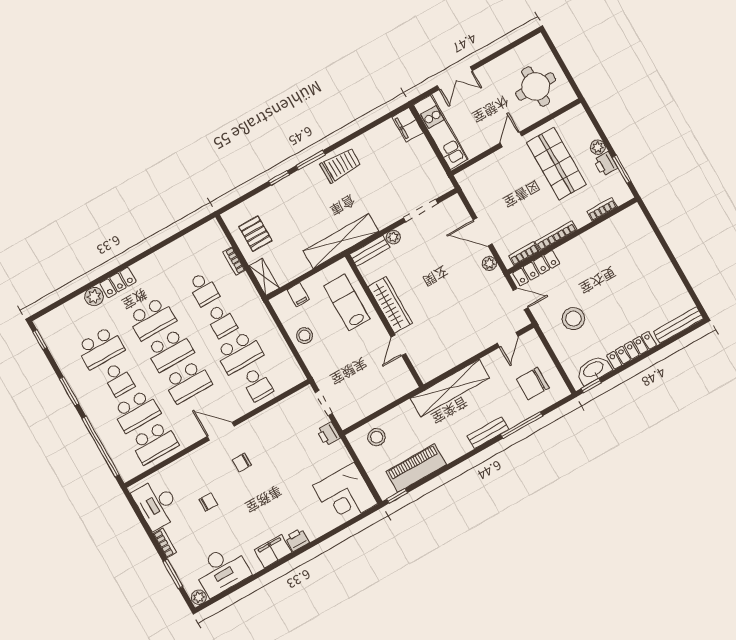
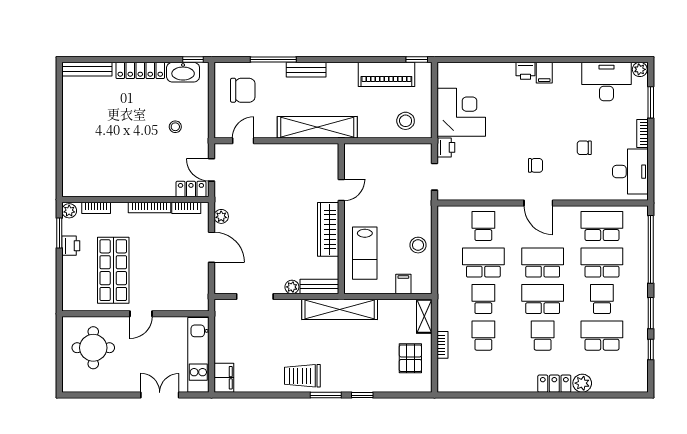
plant: (598, 147) -> (69, 211), moved
locker: (536, 268) -> (191, 189), width x0.66
school desk: (152, 318) -> (543, 336), width x0.54
stool: (573, 319) -> (175, 127), width x0.53, depth x0.53
window: (40, 340) -> (651, 349), moved
corner desk: (345, 495) -> (461, 112), moved
filing cabinet: (273, 551) -> (544, 73), width x0.50

